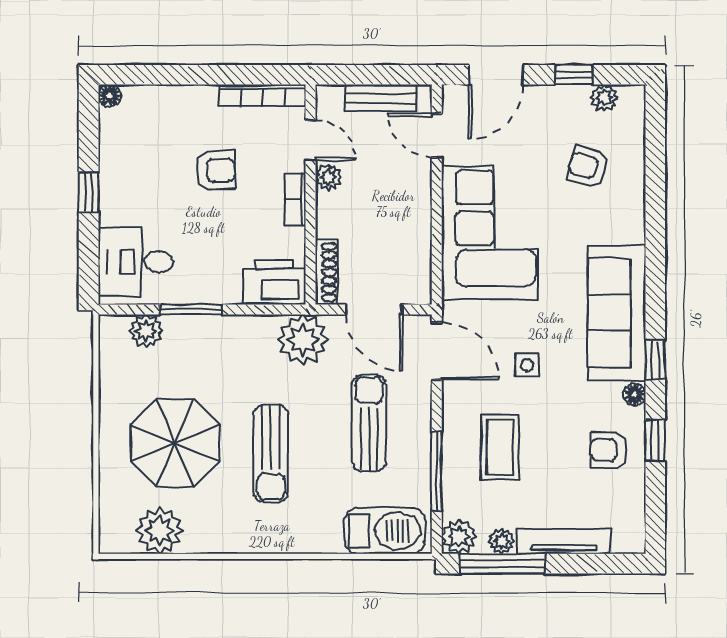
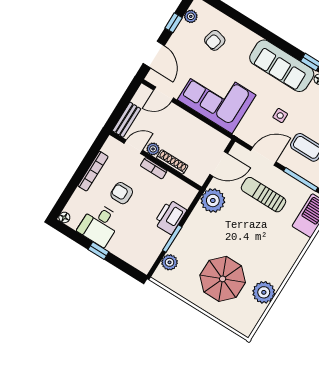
bookcase: (262, 95) -> (93, 171), moved
bench: (381, 98) -> (126, 120), moved
armchair: (216, 170) -> (122, 193), turned -88
desk: (136, 262) -> (99, 225), moved
shoe rack: (326, 272) -> (172, 162), moved
printer: (274, 282) -> (170, 217), moved
door: (437, 351) -> (263, 156), moved
sun lounger: (271, 454) -> (251, 243), removed
plant: (160, 531) -> (264, 292), moved

